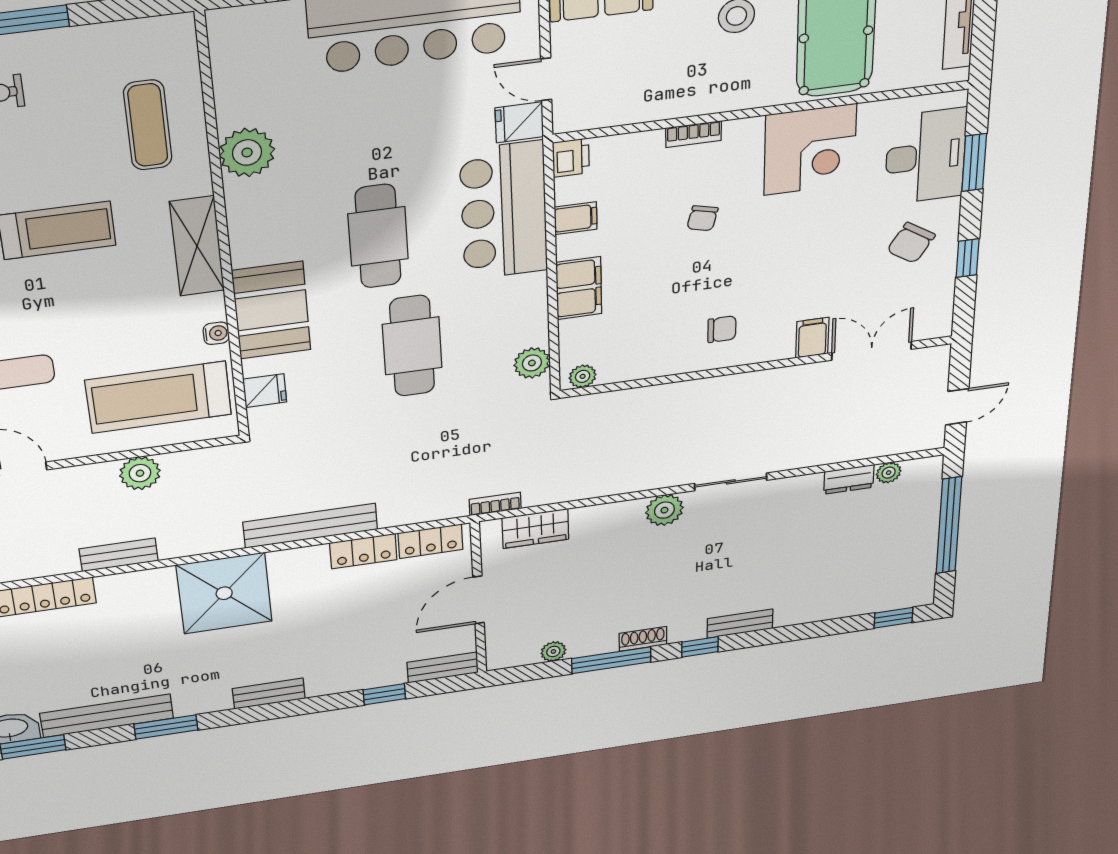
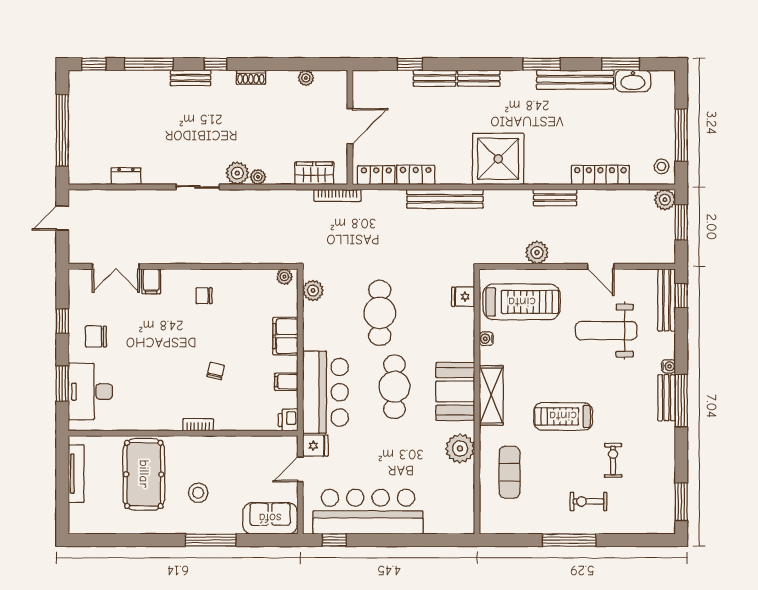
door: (546, 79) -> (300, 469), swing flipped
bookcase: (694, 134) -> (198, 425), moved
corner desk: (810, 150) -> (156, 406), removed
chair: (911, 243) -> (96, 336), turned -123
booth: (271, 310) -> (455, 391), moved
plant: (889, 473) -> (258, 177), moved
bookcase: (495, 504) -> (337, 195), width x1.56
window: (611, 660) -> (149, 64), moved
bench: (443, 668) -> (435, 78), moved

